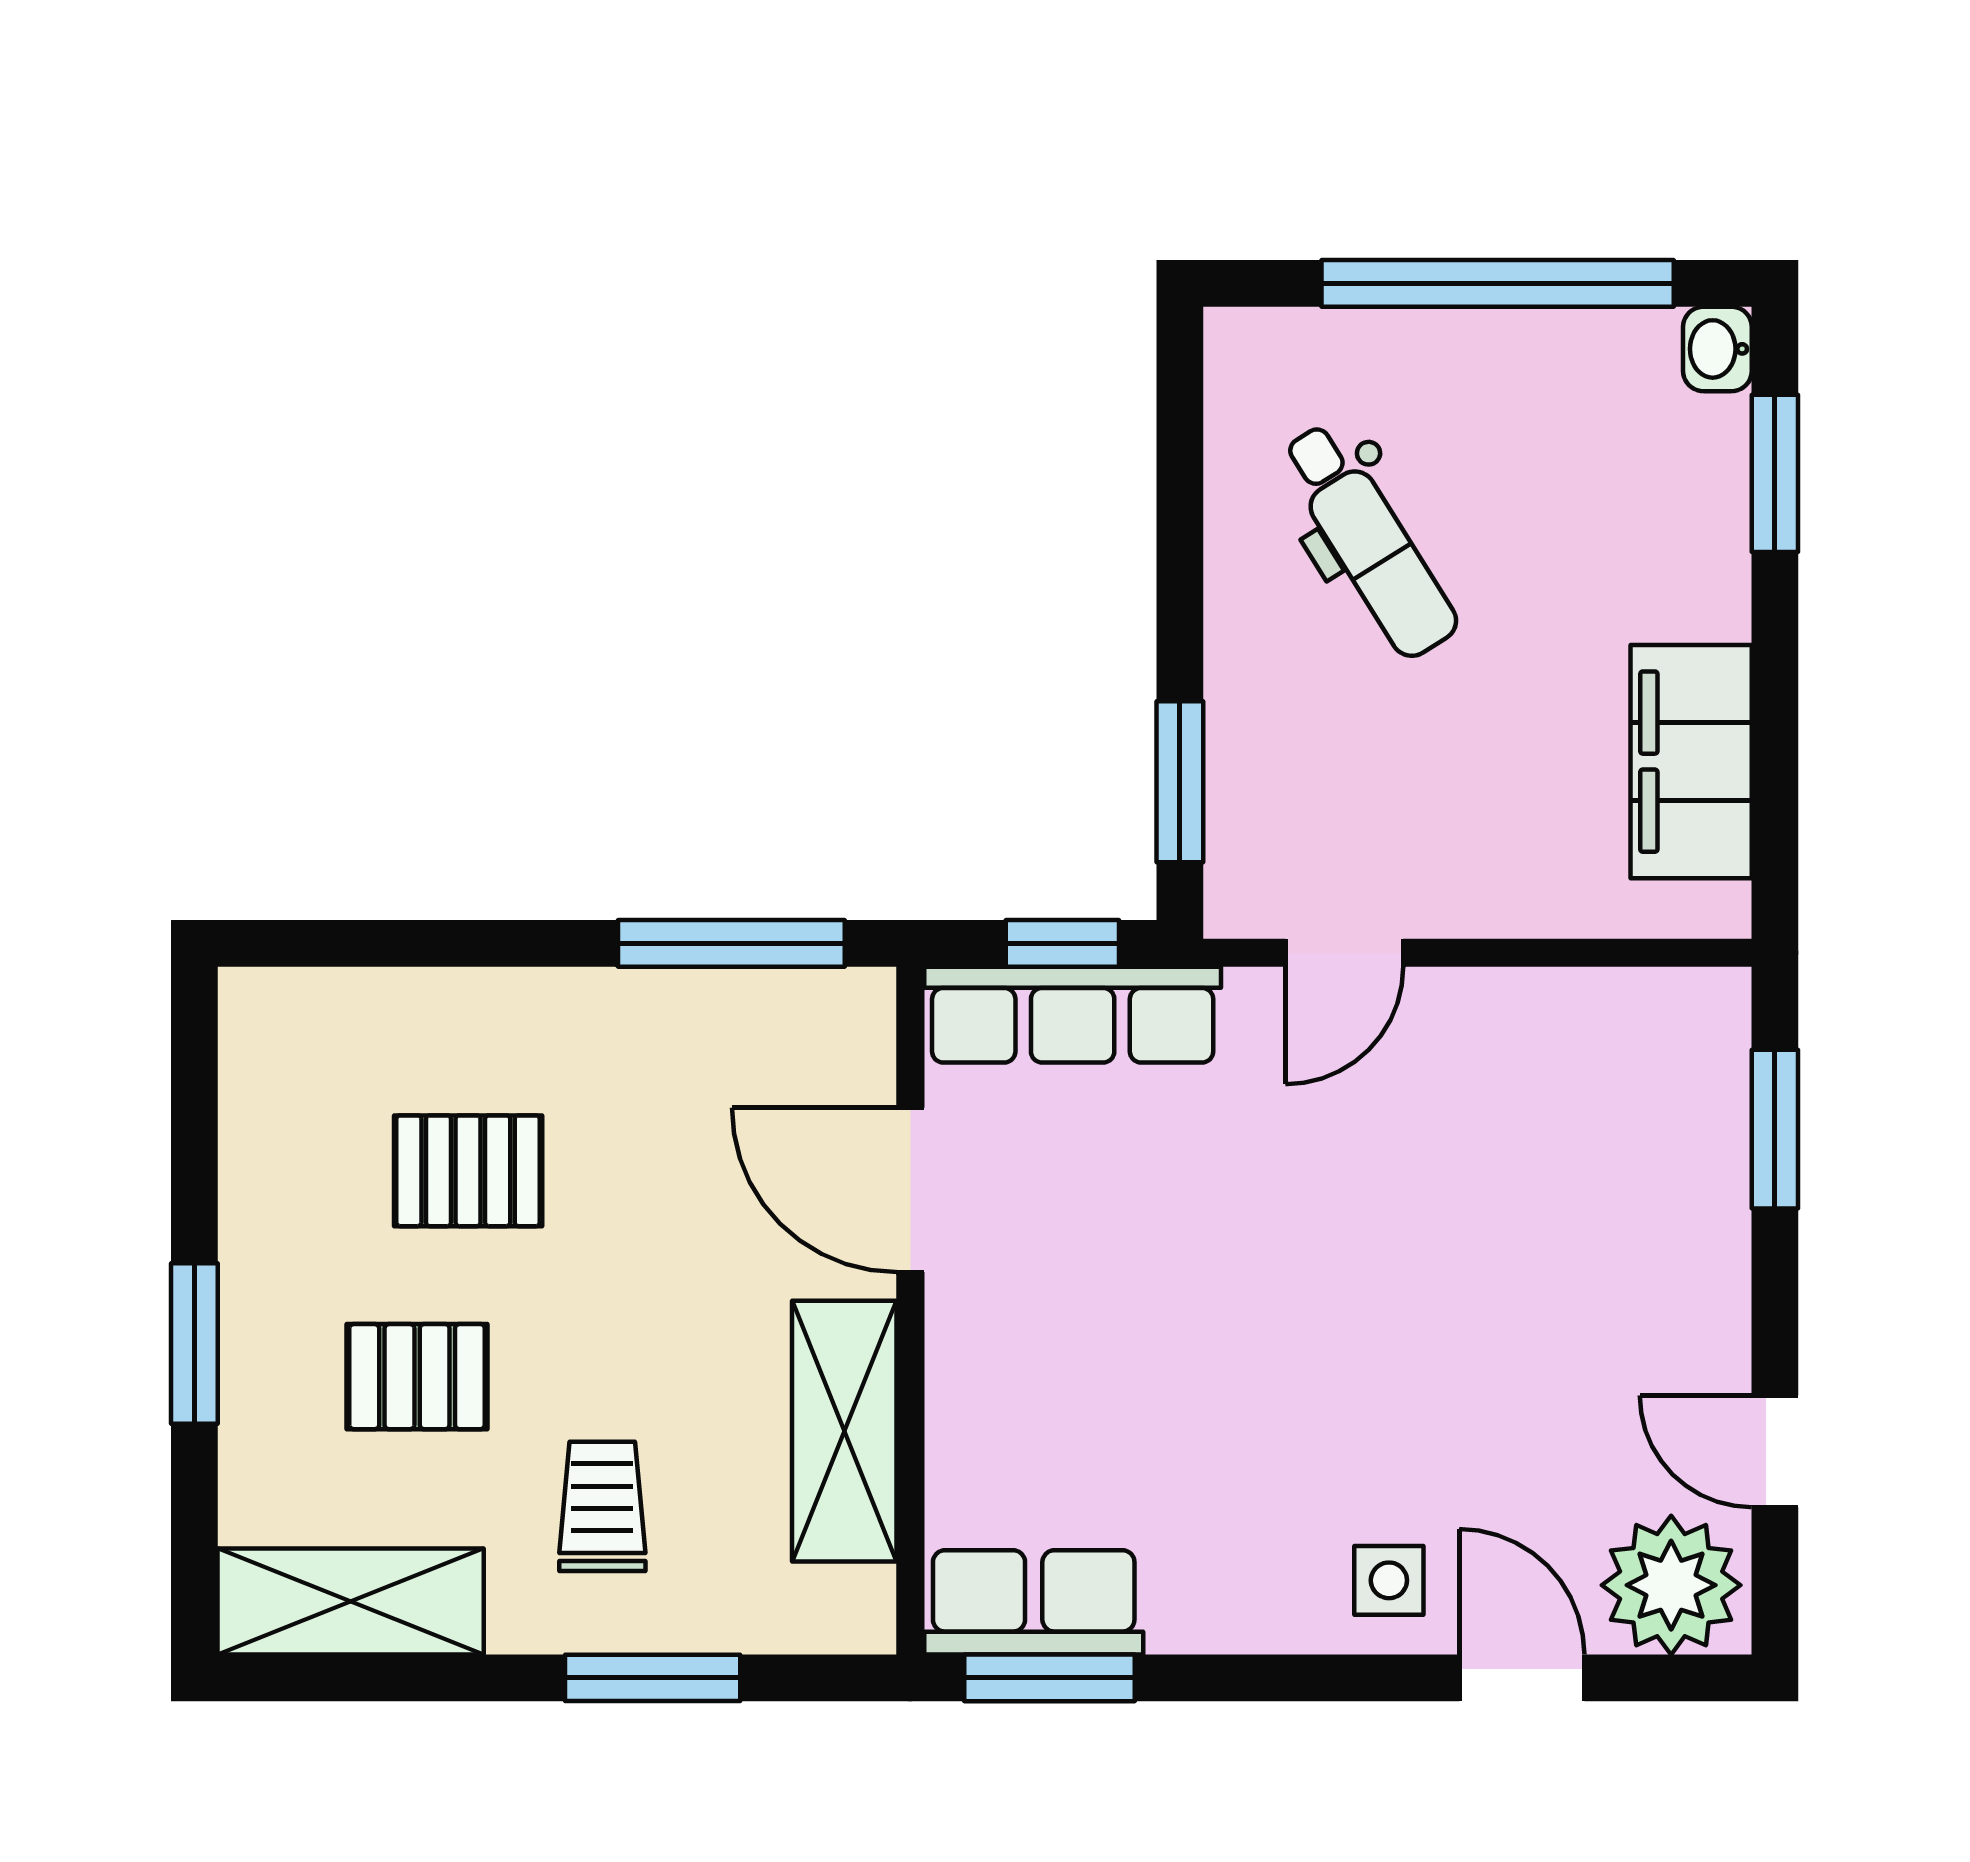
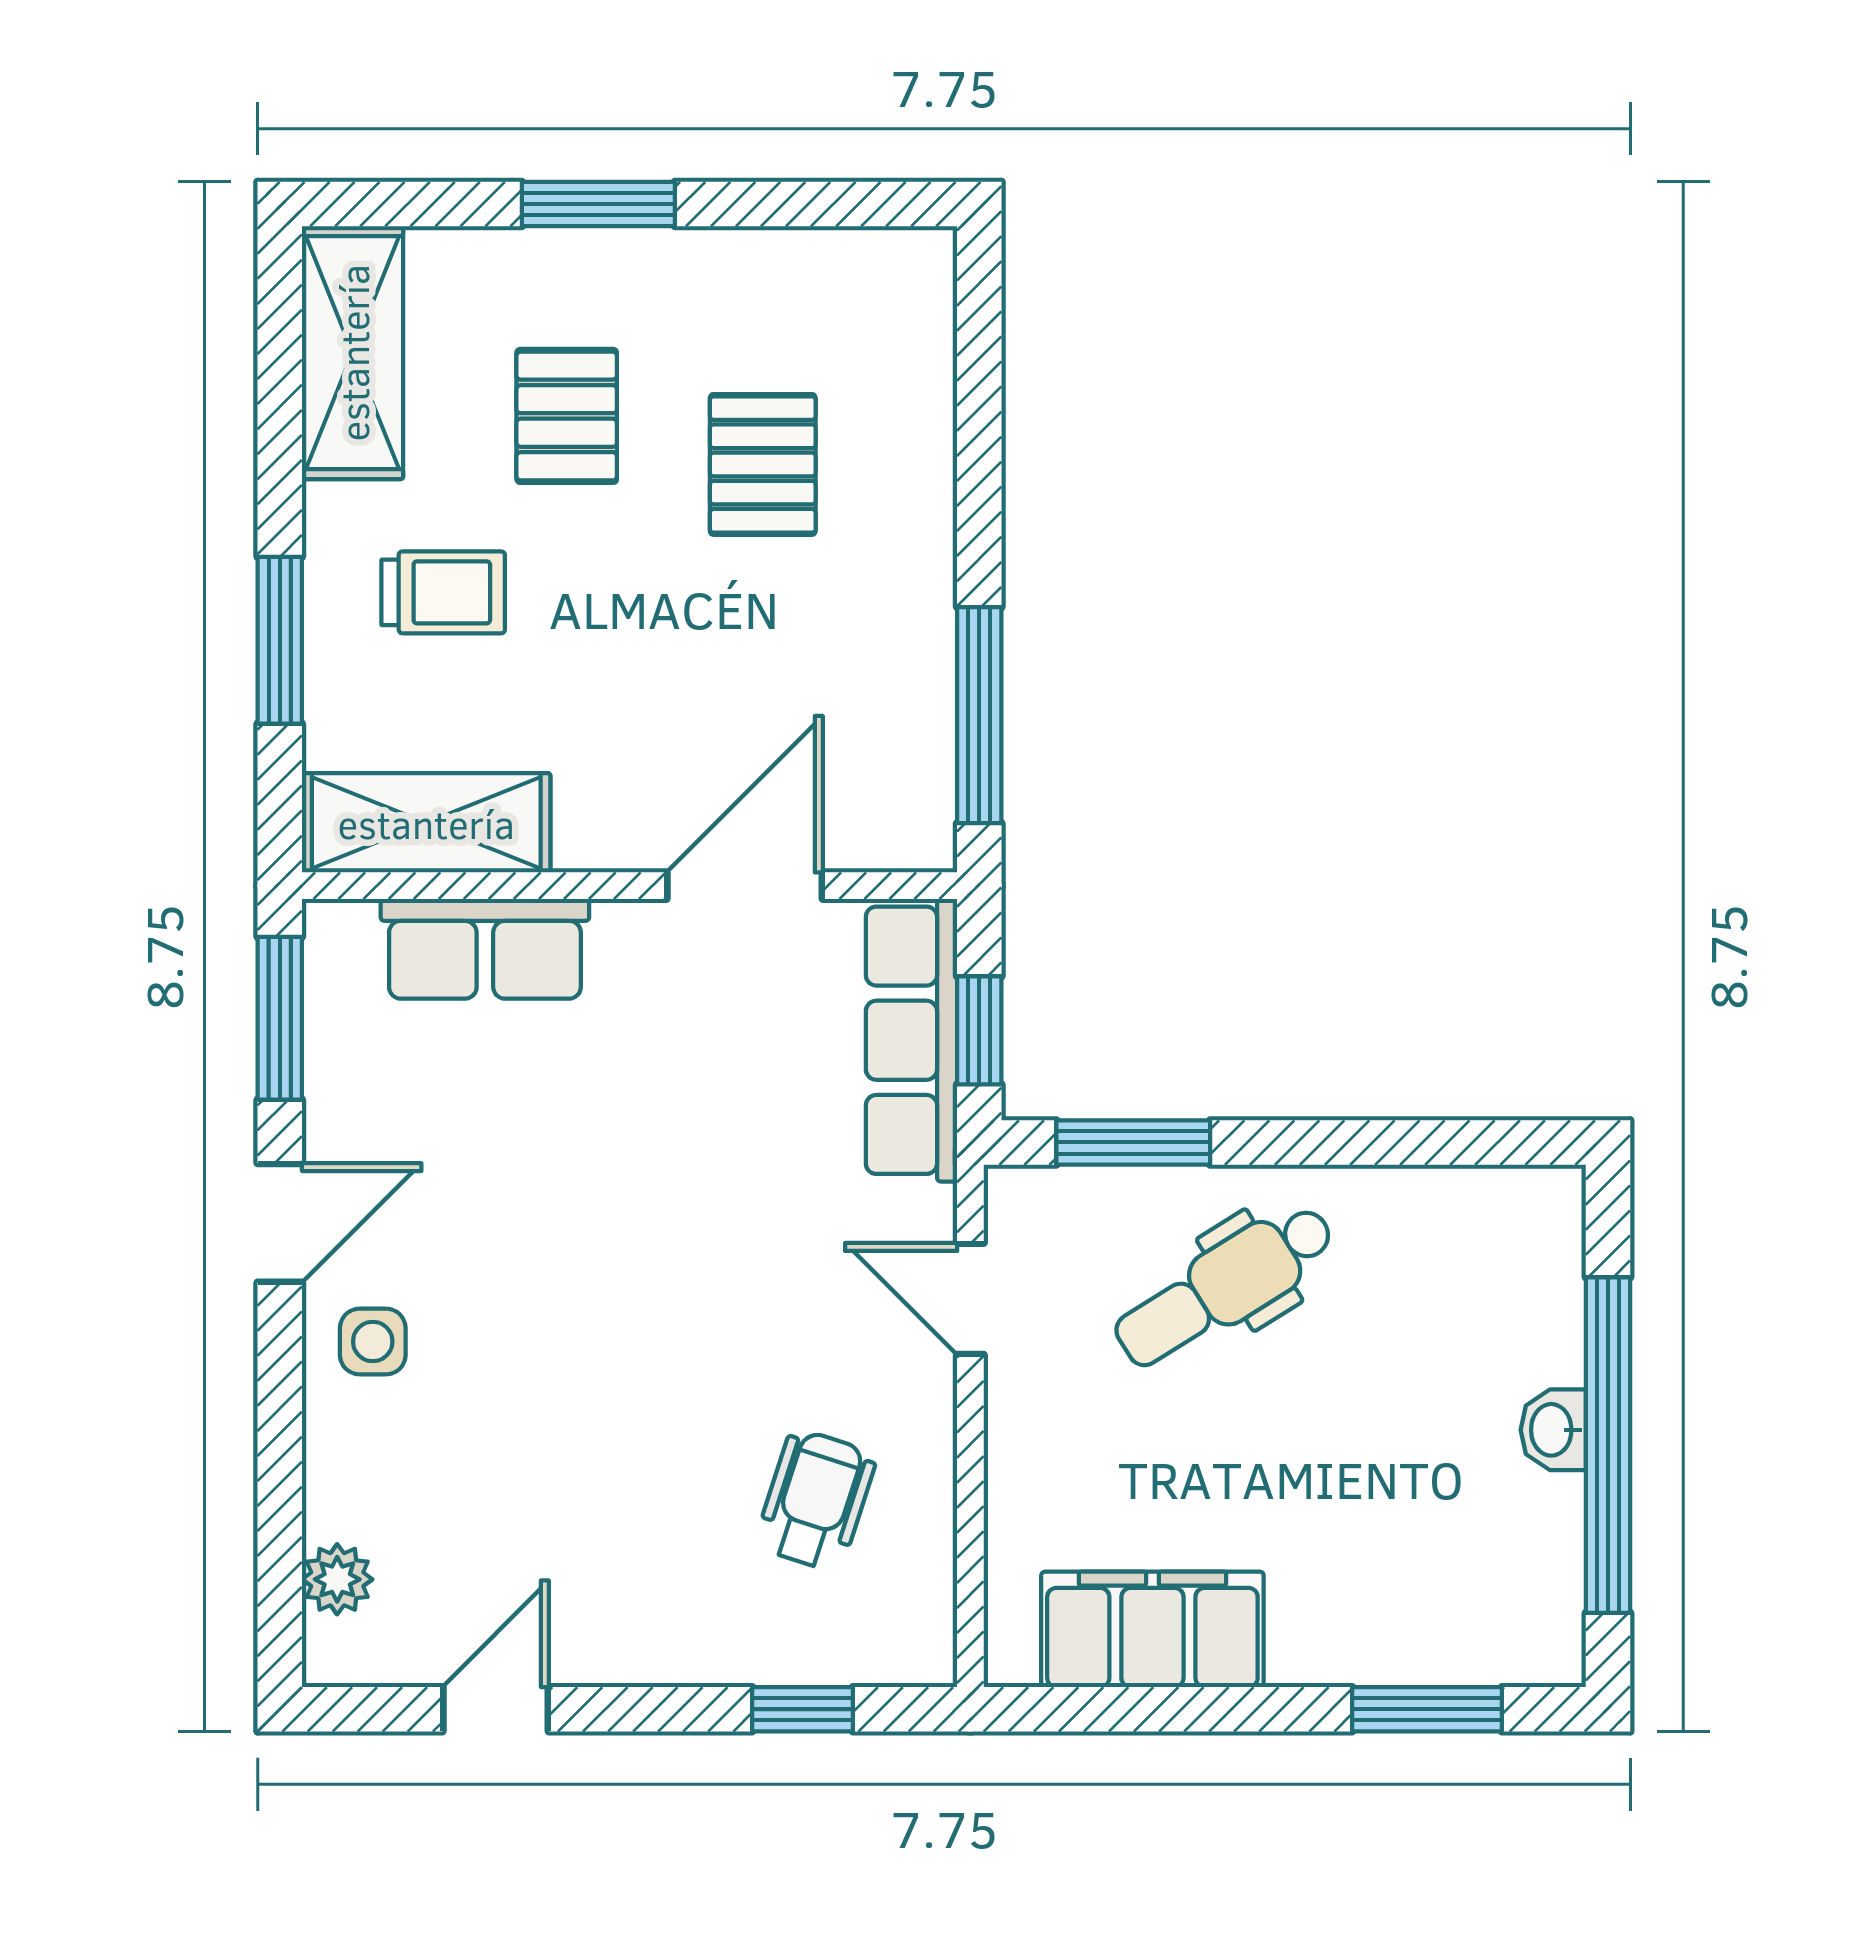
washbasin: (1717, 349) -> (1553, 1430), moved, turned -90
dental chair: (1369, 541) -> (1225, 1286), moved
wheelchair: (1556, 1115) -> (816, 1500), added
window: (1775, 1129) -> (803, 1709), width x0.67
shelving: (844, 1431) -> (426, 823), moved
plant: (1671, 1585) -> (337, 1579), width x0.53, depth x0.53
row of seats: (1034, 1602) -> (485, 949), moved, turned 90
door: (1522, 1678) -> (280, 1223), moved

